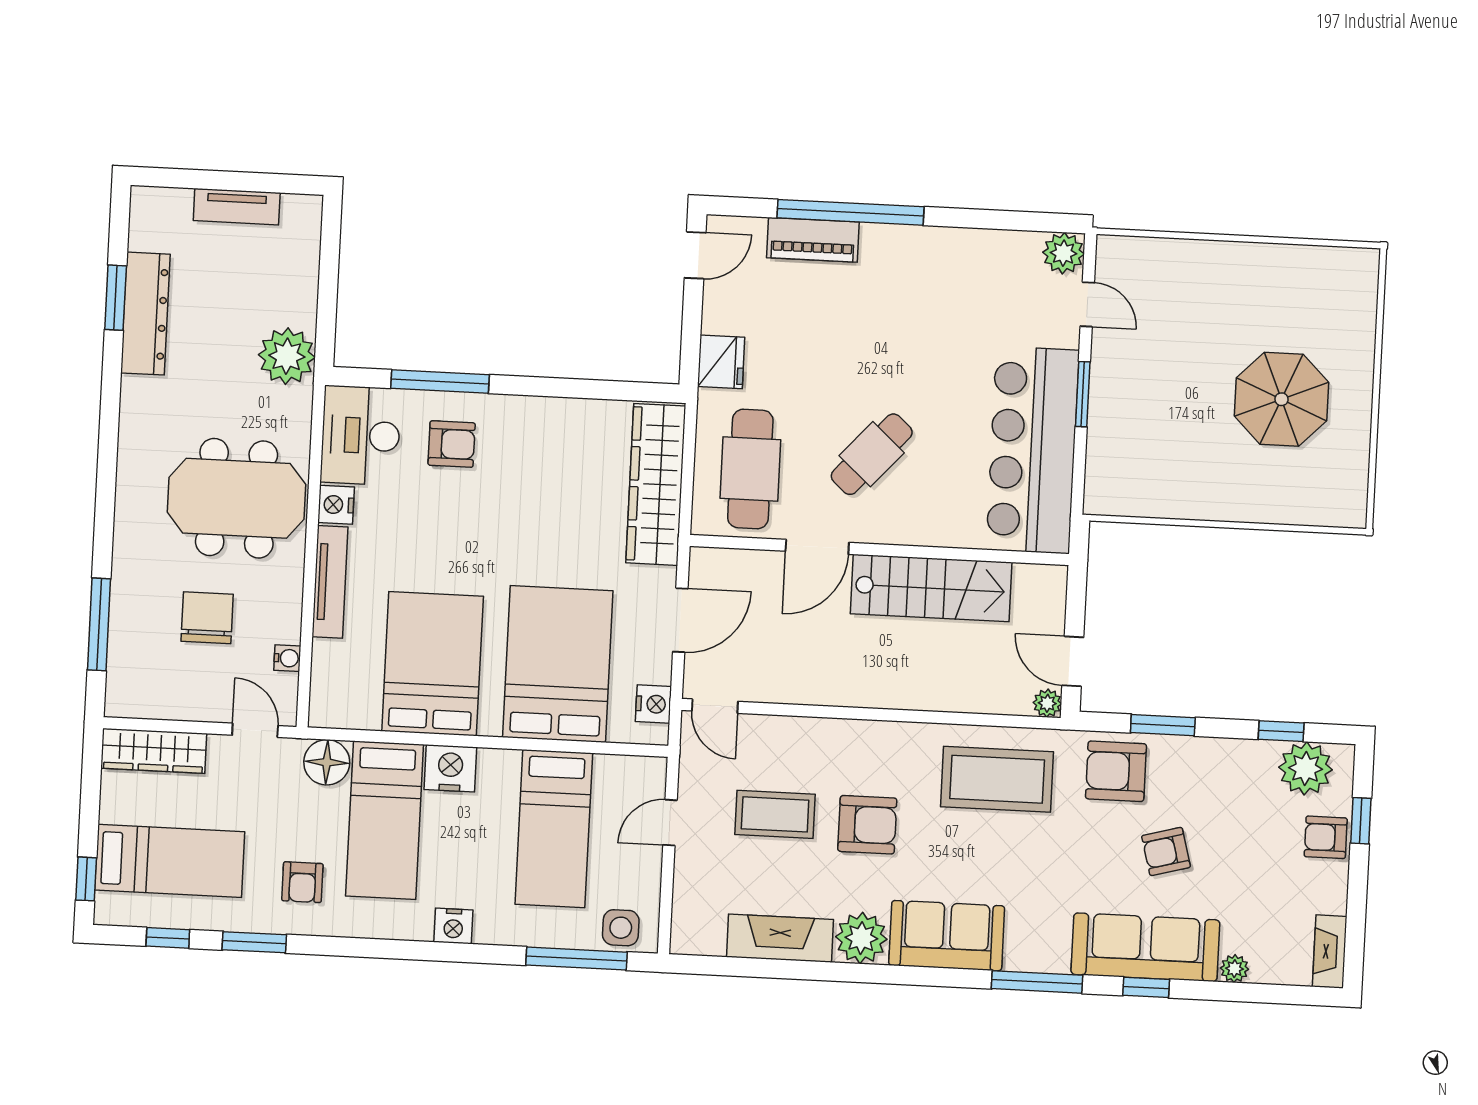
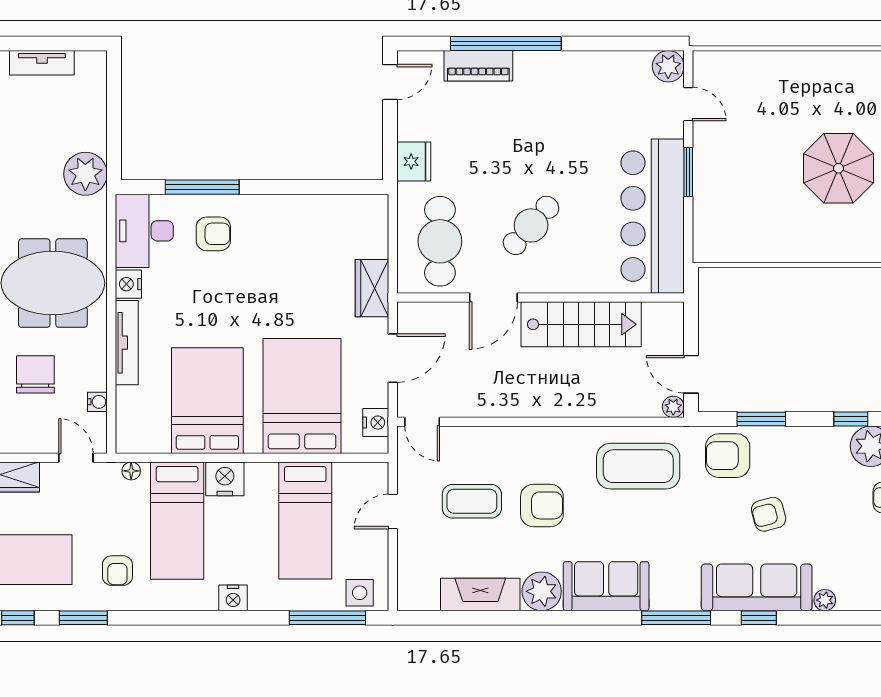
wardrobe: (656, 484) -> (372, 288), width x0.48, depth x0.85
floor lamp: (327, 762) -> (131, 471), width x0.53, depth x0.53

